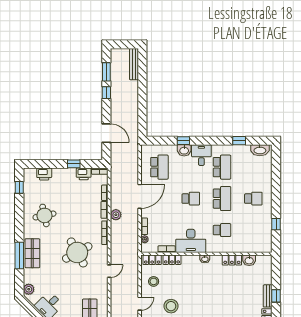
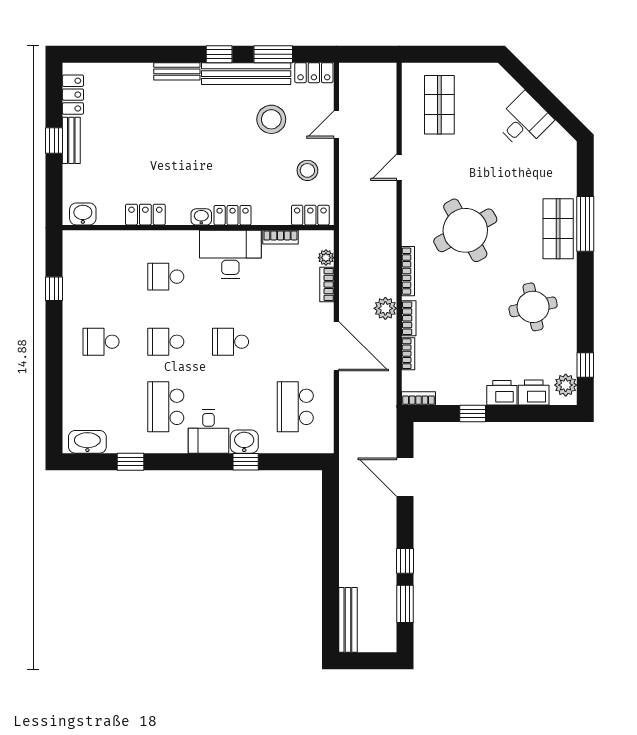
printer: (84, 174) -> (502, 393), moved
door: (140, 196) -> (336, 346), swing flipped
school desk: (222, 199) -> (166, 342), width x0.54
locker: (172, 260) -> (233, 215), moved
washbasin: (249, 260) -> (83, 214), moved
door: (109, 271) -> (399, 167), moved
plant: (29, 289) -> (566, 385), moved

